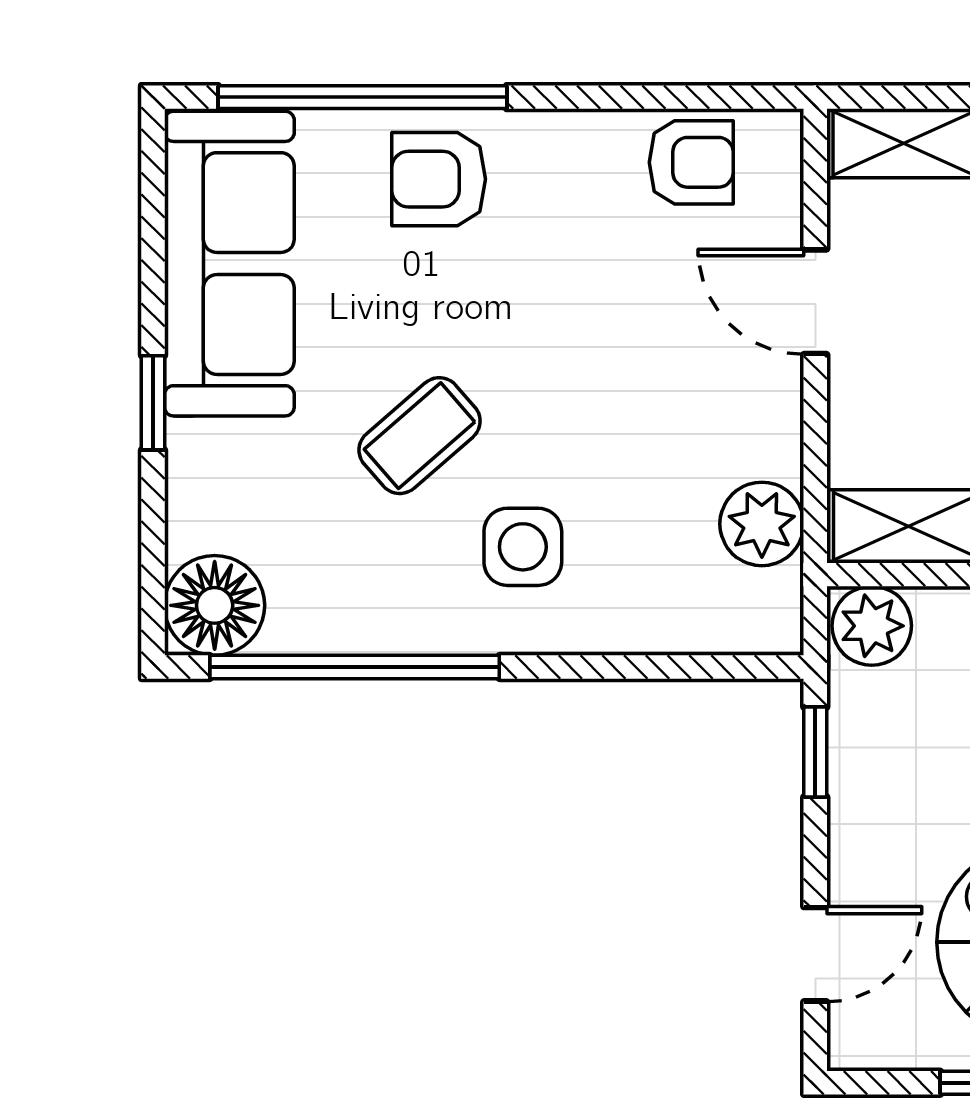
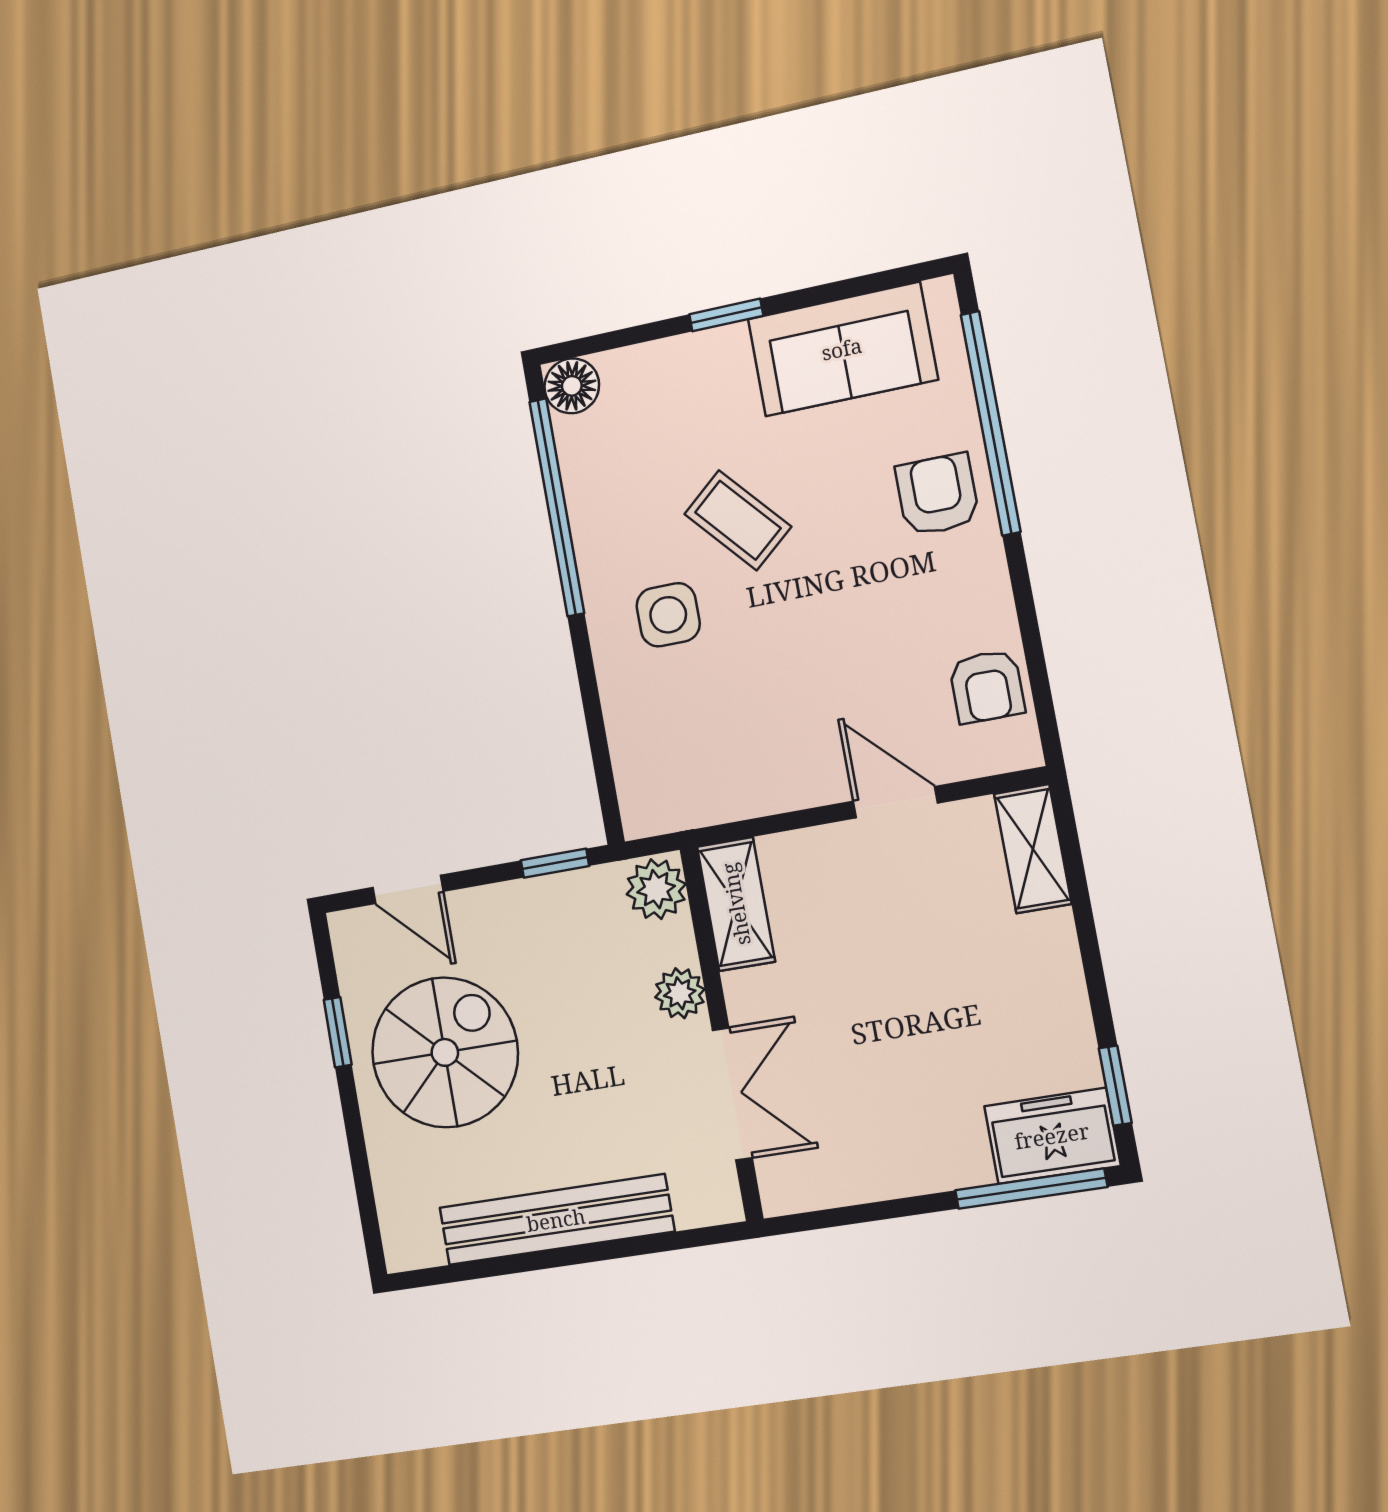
sofa: (229, 264) -> (842, 349), width x0.73
door: (815, 302) -> (895, 802), hinge flipped
plant: (762, 524) -> (718, 792), removed
floor lamp: (215, 605) -> (572, 386), width x0.73, depth x0.73

